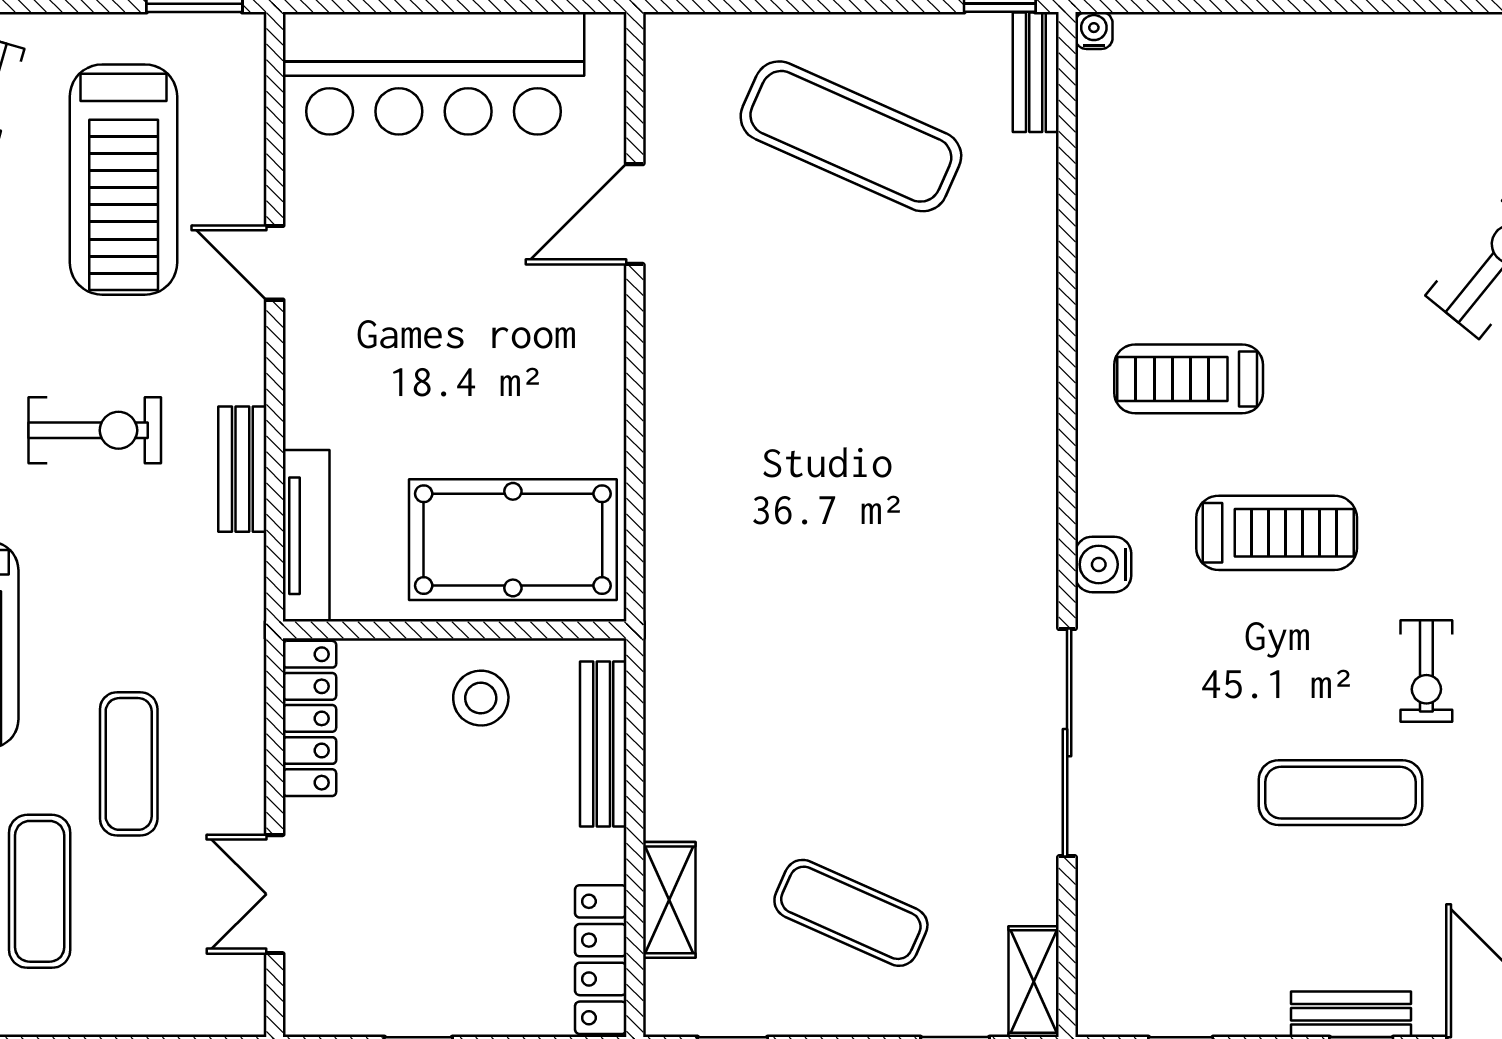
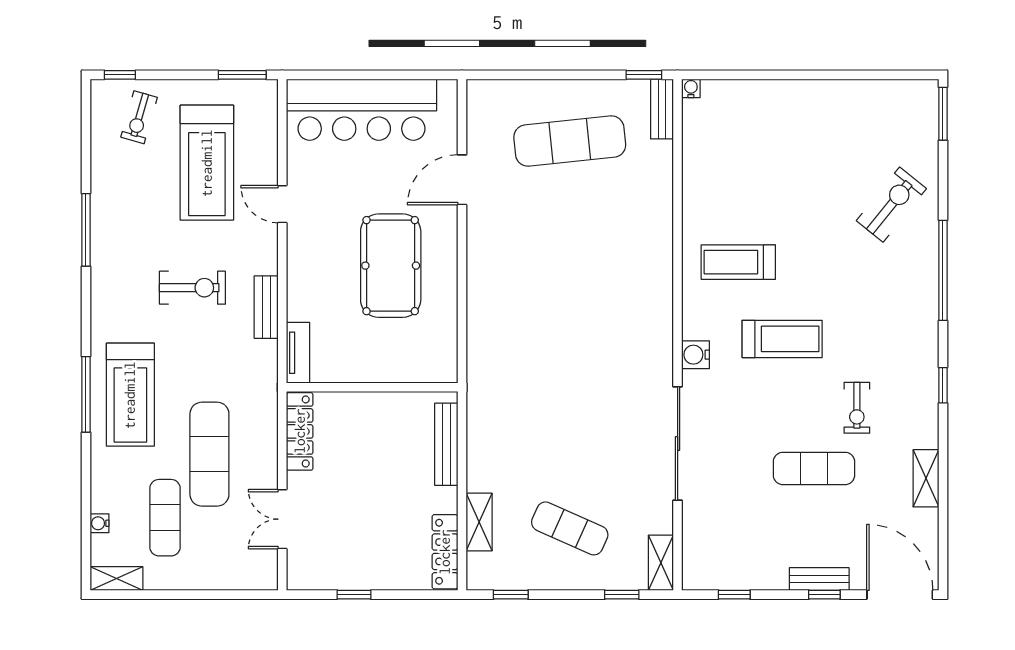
exercise mat: (851, 136) -> (570, 141), turned -30
tv unit: (306, 536) -> (298, 353), width x0.71
pool table: (513, 540) -> (391, 266), moved, turned 90
stool: (481, 698) -> (385, 421), removed
exercise mat: (129, 764) -> (209, 454), width x1.36, depth x1.45

